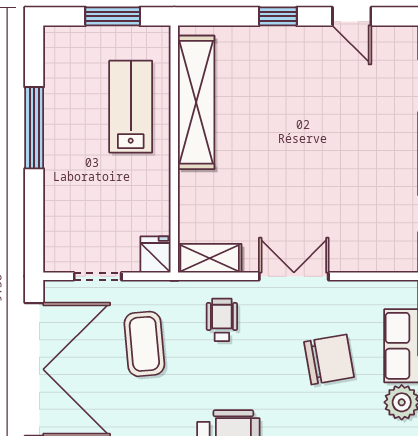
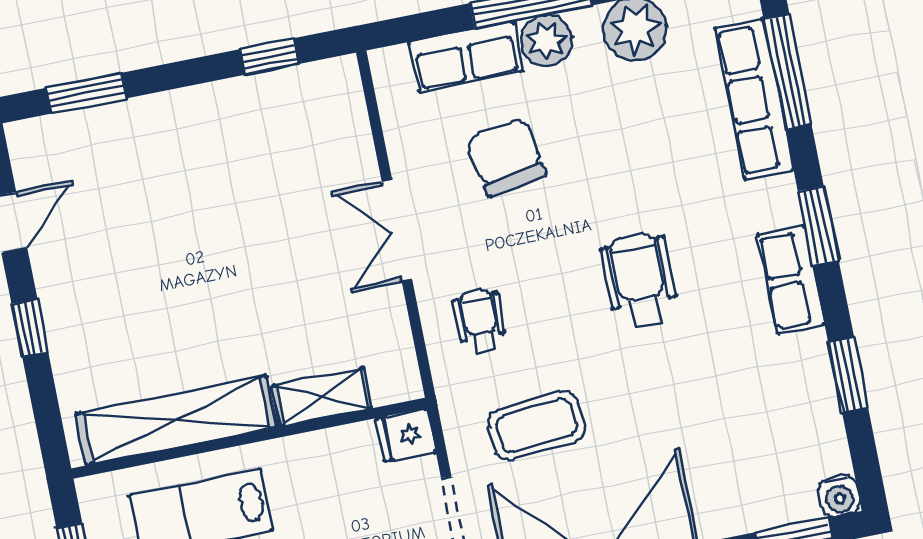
shelving: (210, 258) -> (322, 397), moved, turned 90
wheelchair: (222, 320) -> (480, 321), turned 90

